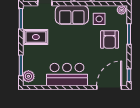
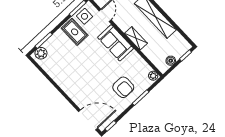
side table: (99, 19) -> (84, 16), moved
armchair: (110, 40) -> (123, 87), turned -90
bar counter: (67, 74) -> (69, 80), removed

